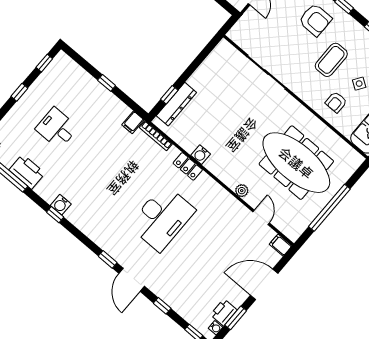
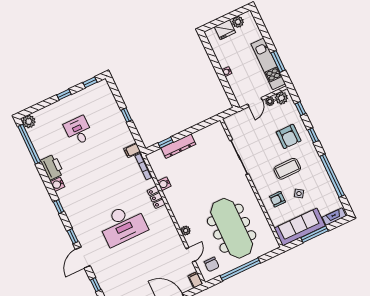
dresser: (176, 104) -> (178, 146), moved
water cooler: (201, 155) -> (164, 184), moved
printer: (27, 172) -> (52, 167), moved
window: (55, 215) -> (59, 207), moved
chair: (292, 217) -> (212, 264), added

